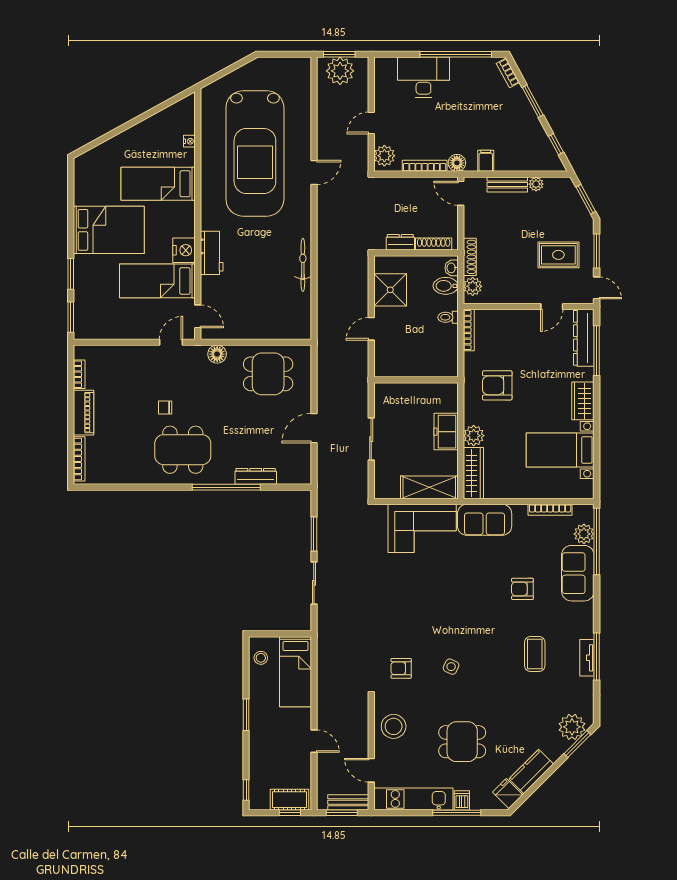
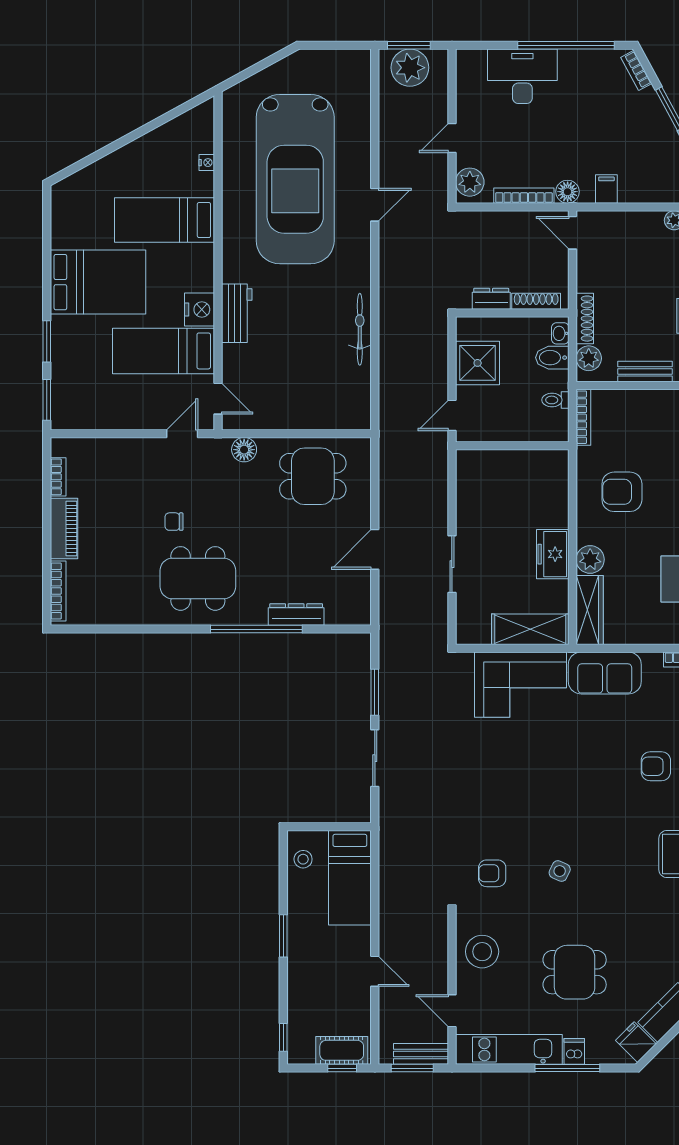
bench: (507, 185) -> (645, 371), moved
wall: (416, 380) -> (512, 446), moved

